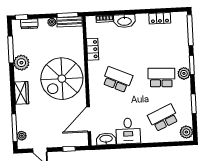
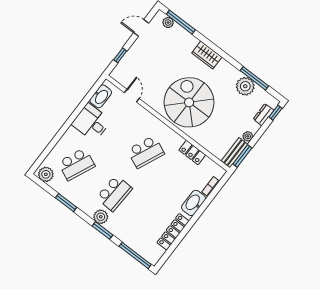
locker: (160, 18) -> (173, 232), width x1.53
plant: (21, 63) -> (245, 86), moved
school desk: (163, 118) -> (76, 164), turned 48
door: (89, 119) -> (132, 96), width x0.53

